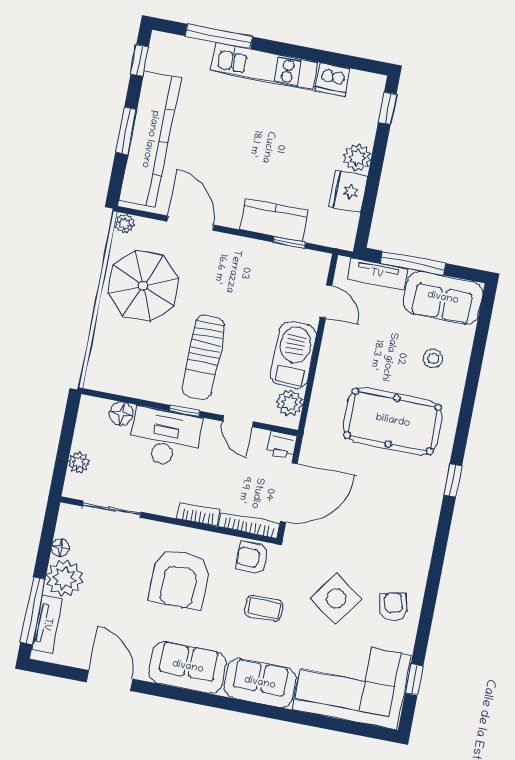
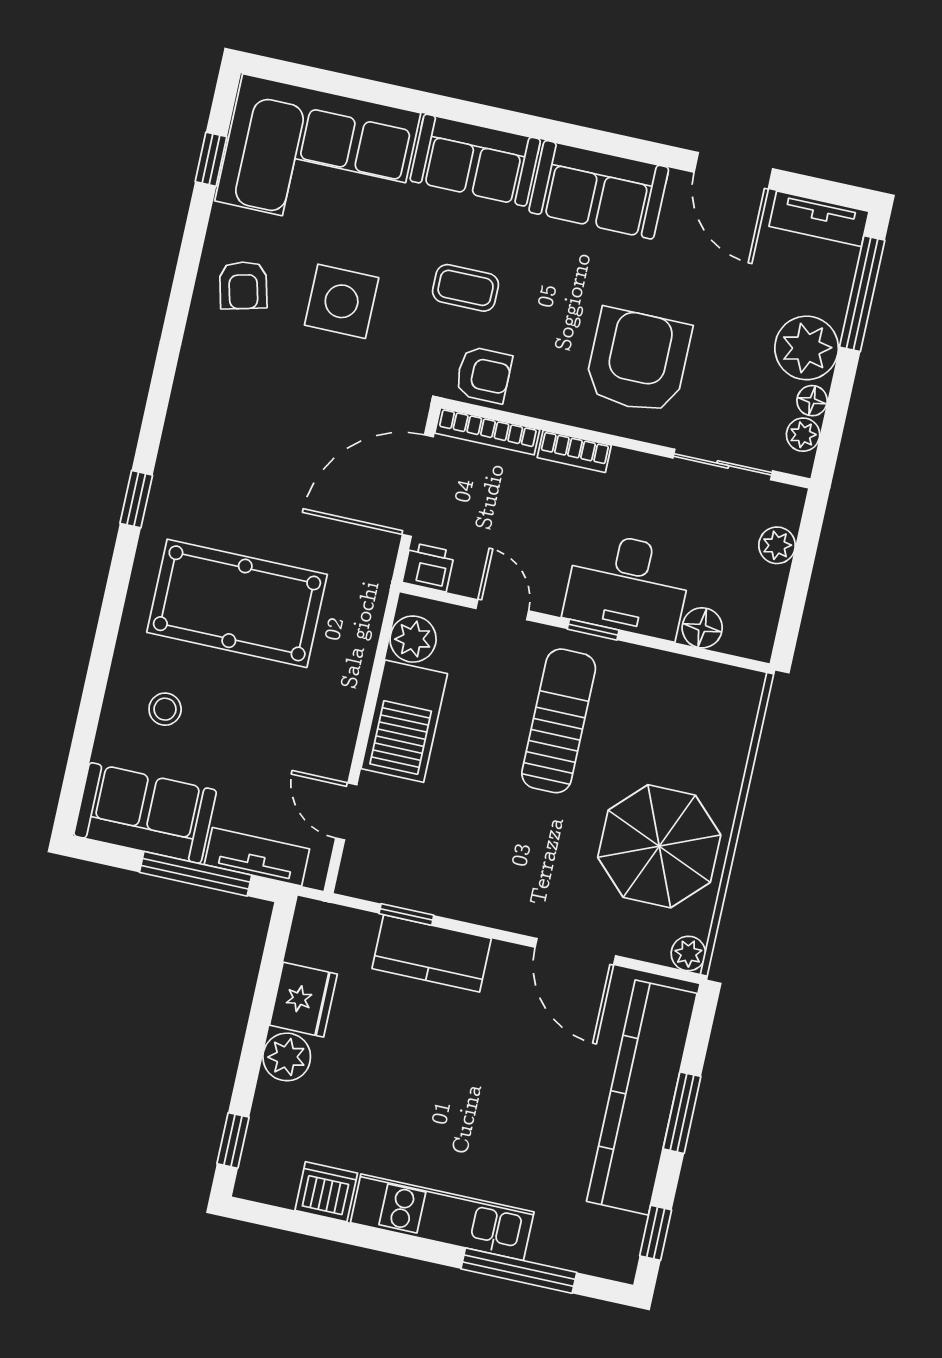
plant: (65, 528) -> (803, 435), added
armchair: (180, 579) -> (638, 361), moved
side table: (336, 599) -> (342, 301), turned -35
tv unit: (47, 624) -> (819, 219), moved, turned -90

